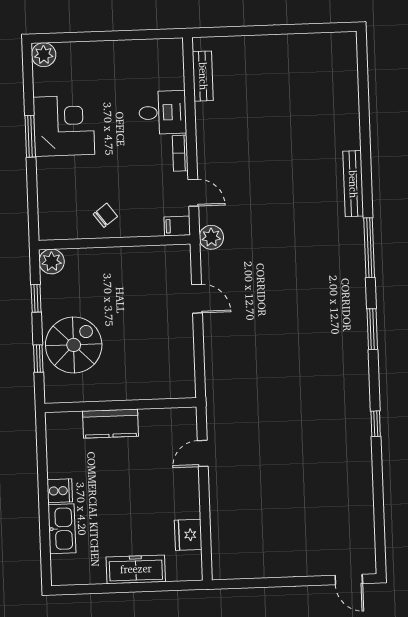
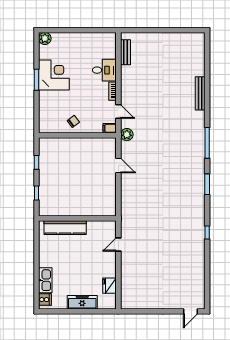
bench: (353, 184) -> (200, 93), moved
plant: (52, 261) -> (45, 144), removed
spiral stairs: (74, 345) -> (55, 187), removed
kitchen counter: (111, 424) -> (65, 228), width x1.50
cooker: (60, 491) -> (45, 300), moved
door: (349, 579) -> (190, 311), hinge flipped

